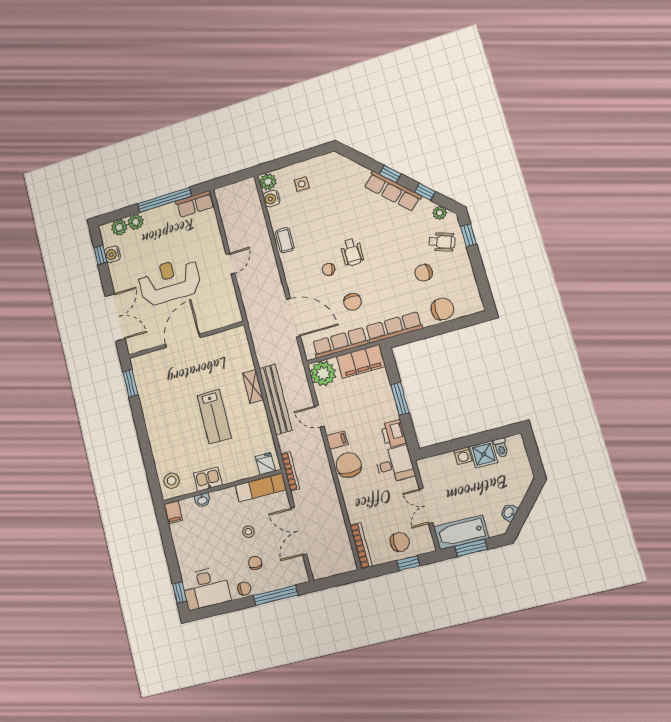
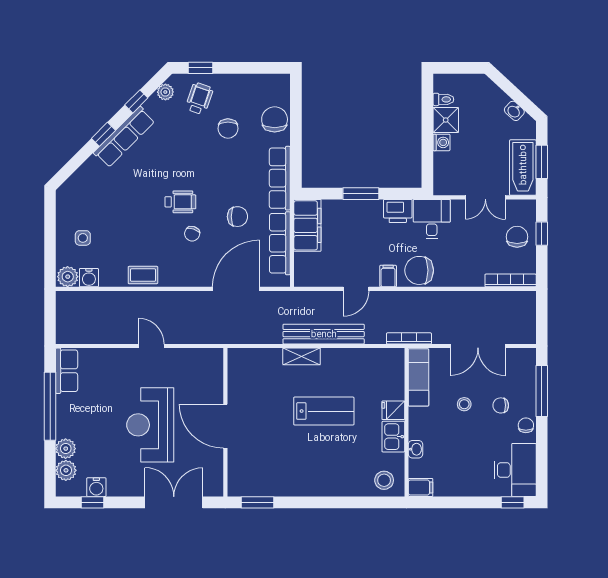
plant: (323, 373) -> (309, 272), removed
fridge: (265, 464) -> (393, 410), moved

